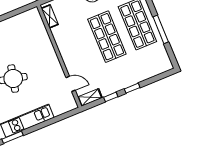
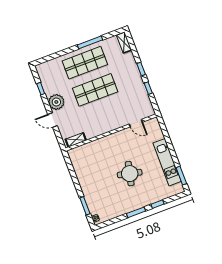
door: (71, 84) -> (136, 123), swing flipped
shelving: (90, 97) -> (124, 42), moved

